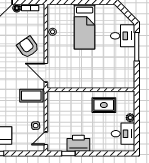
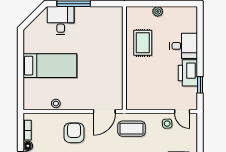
armchair: (28, 47) -> (74, 133), turned 125
coffee table: (31, 96) -> (132, 129), turned 90
desk: (123, 134) -> (184, 46), moved, turned 90

